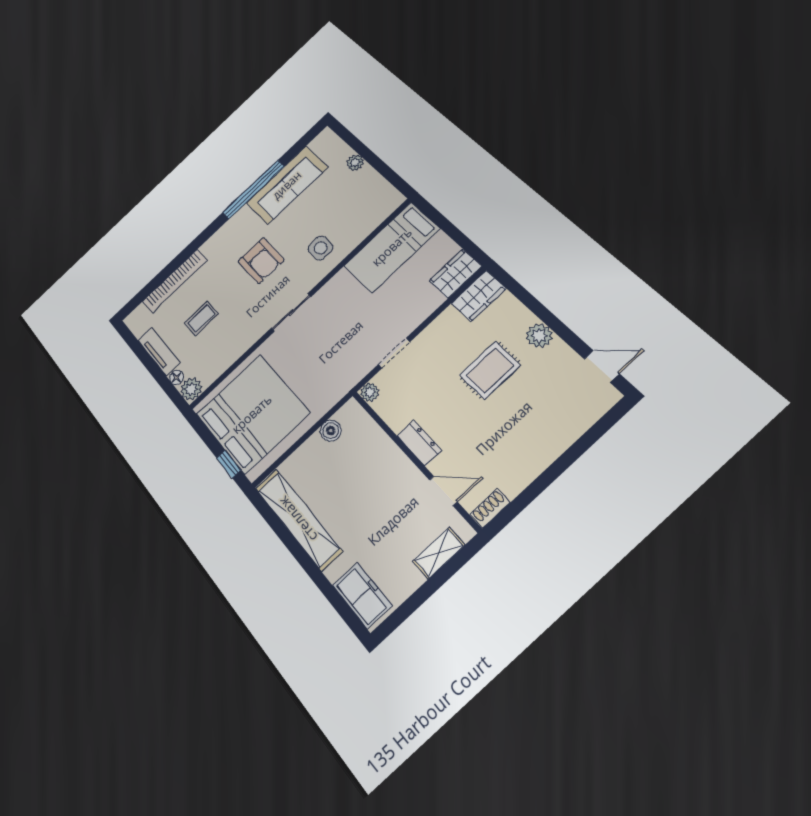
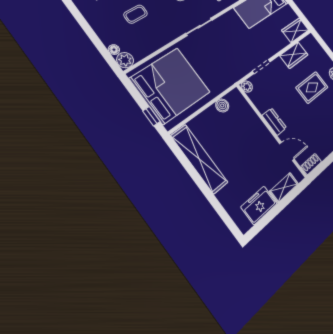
wardrobe: (479, 296) -> (294, 55), moved
tv unit: (159, 351) -> (101, 28), removed
freezer: (362, 595) -> (259, 205), moved, turned -90

